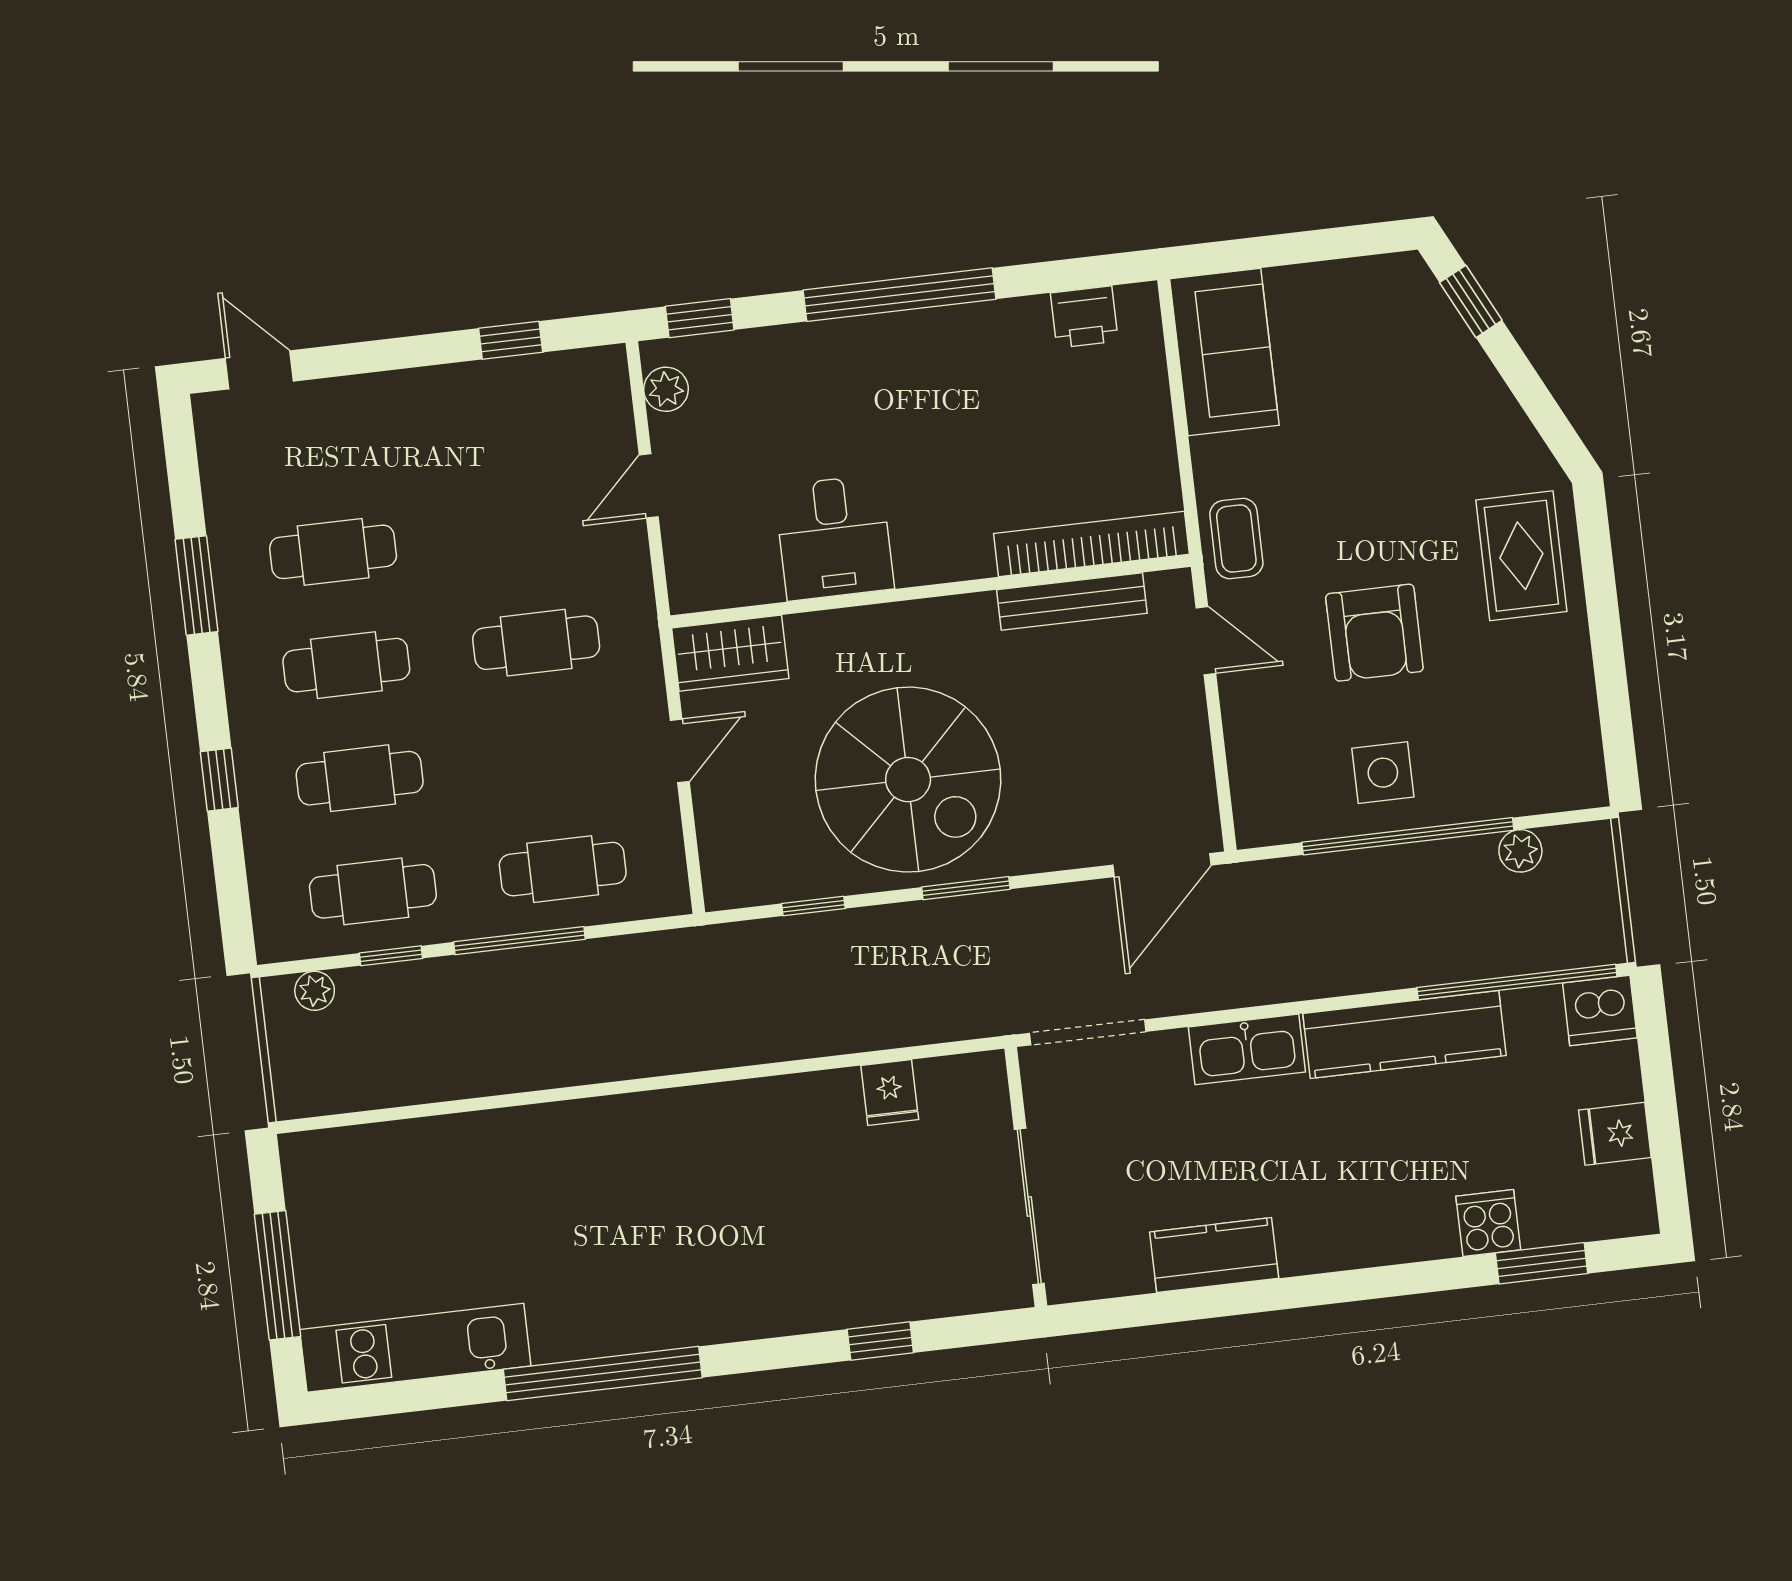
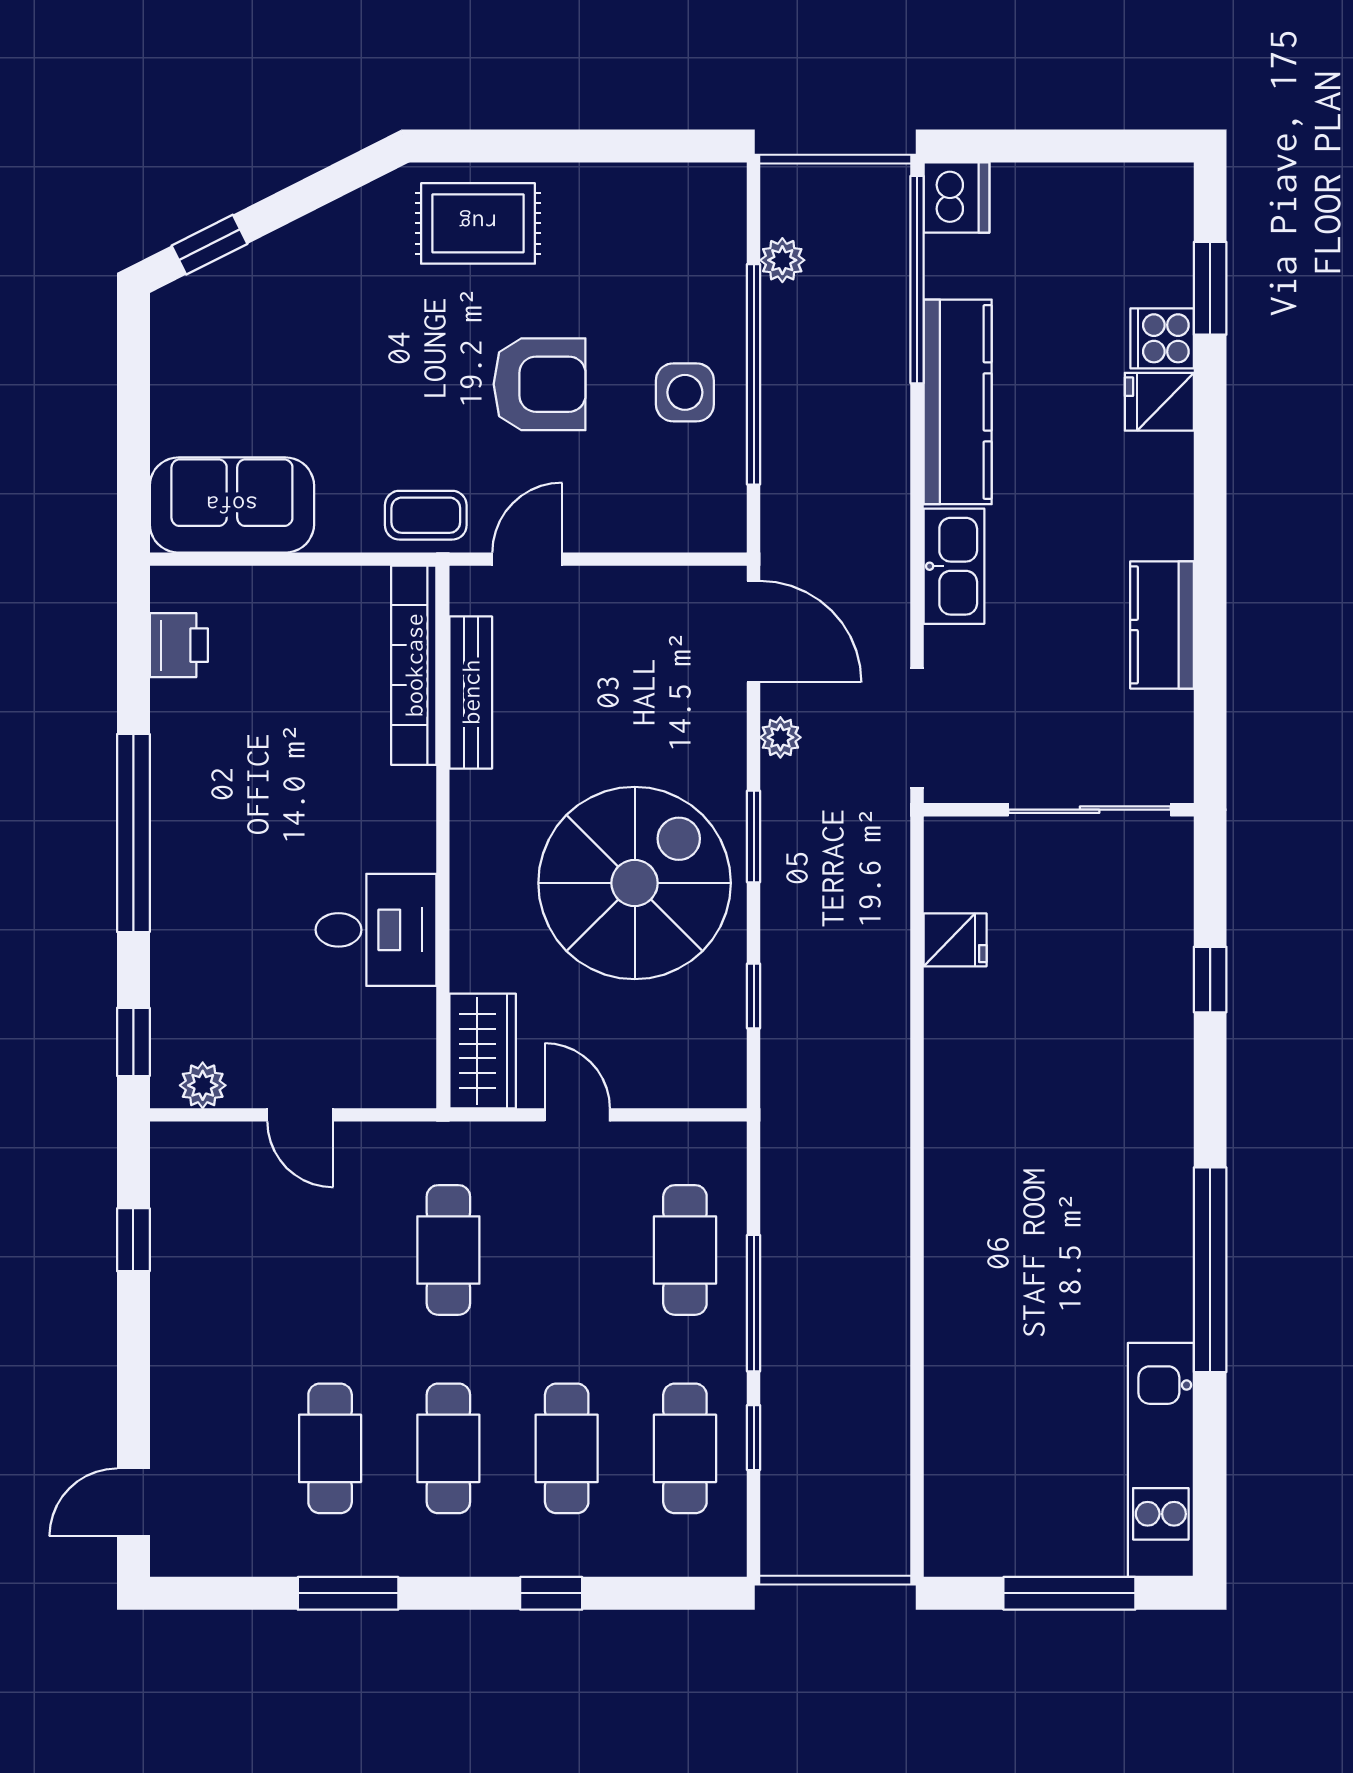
plant: (315, 991) -> (780, 737), moved
fridge: (1615, 1134) -> (1159, 402), moved, turned 90

